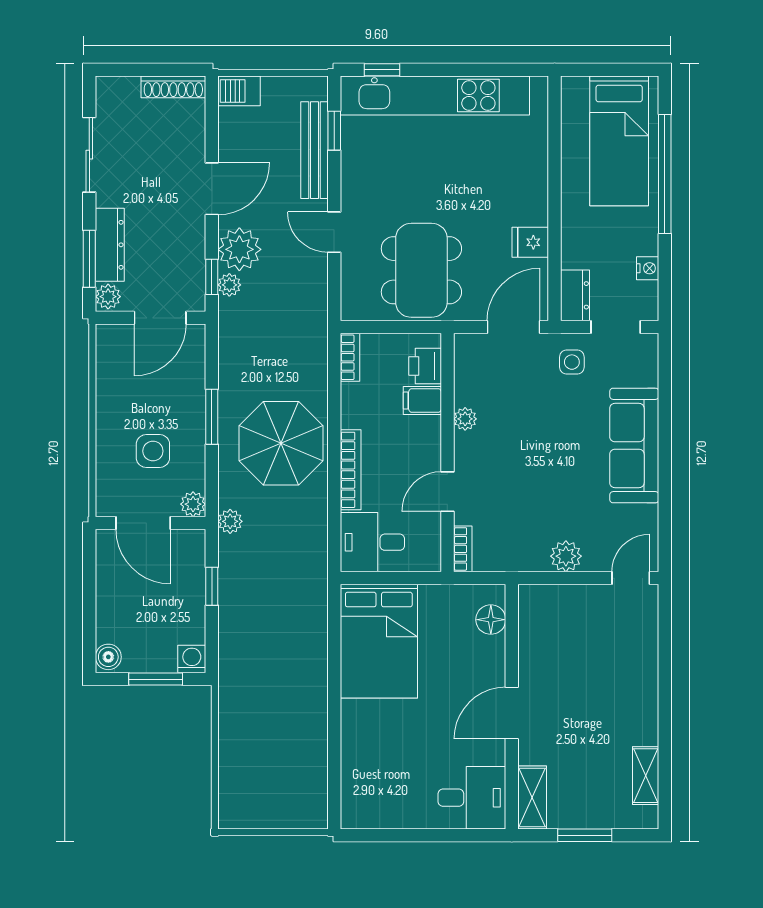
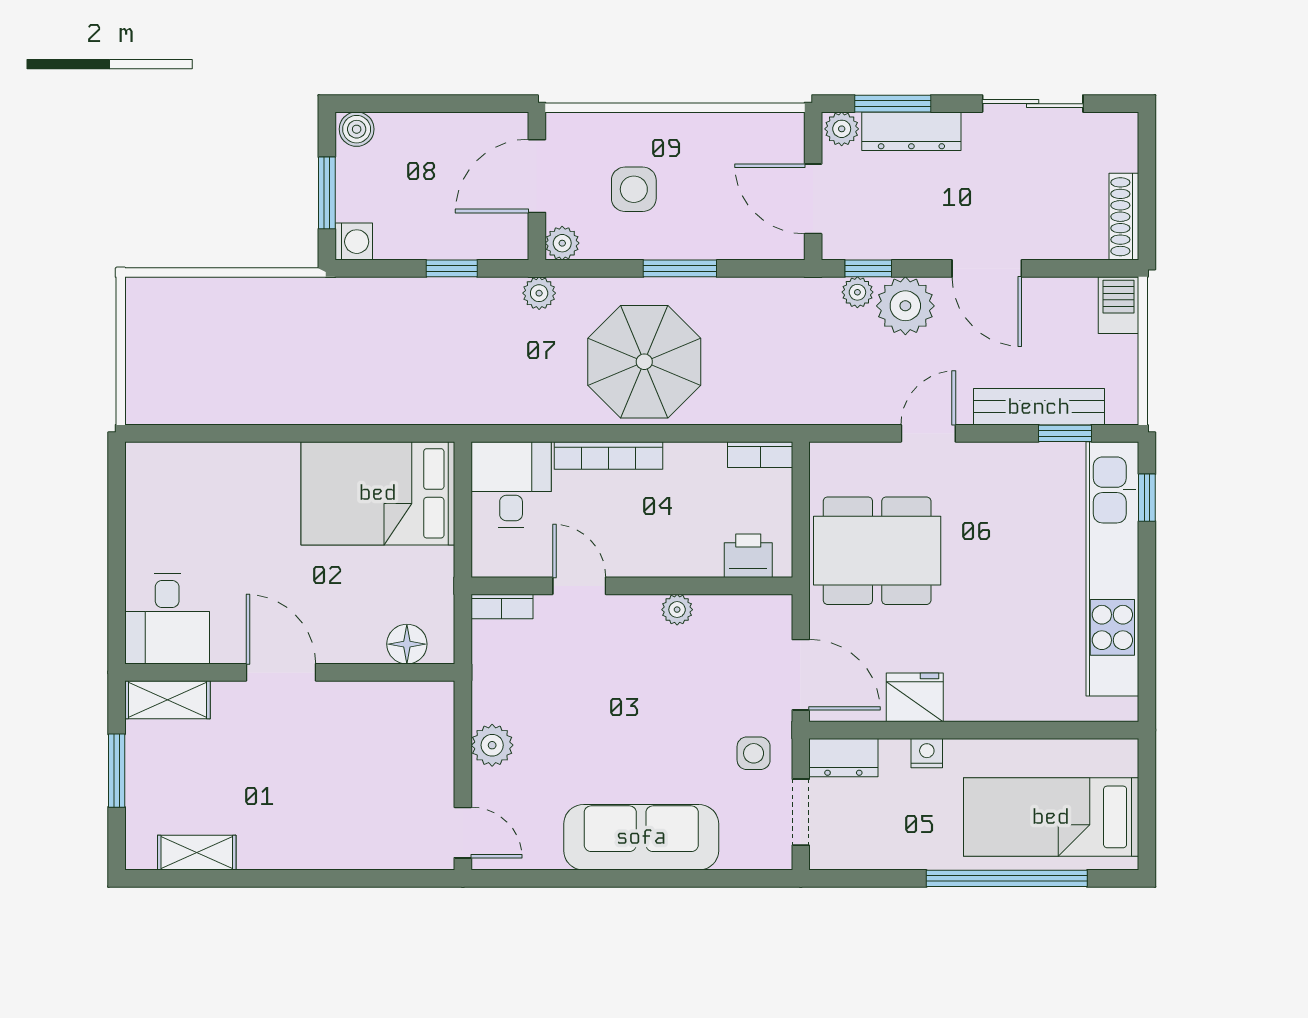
fridge: (530, 242) -> (915, 697), width x1.38
nightstand: (648, 268) -> (927, 753), moved, turned 180
filing cabinet: (422, 400) -> (702, 552), removed

